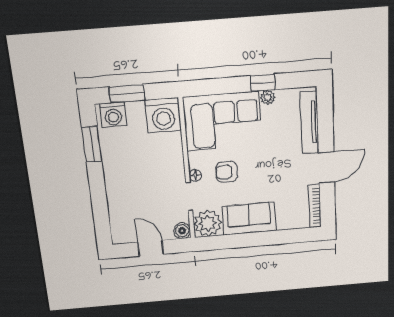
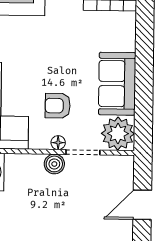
armchair: (227, 172) -> (58, 106), turned 90
boiler: (182, 231) -> (54, 164), moved

